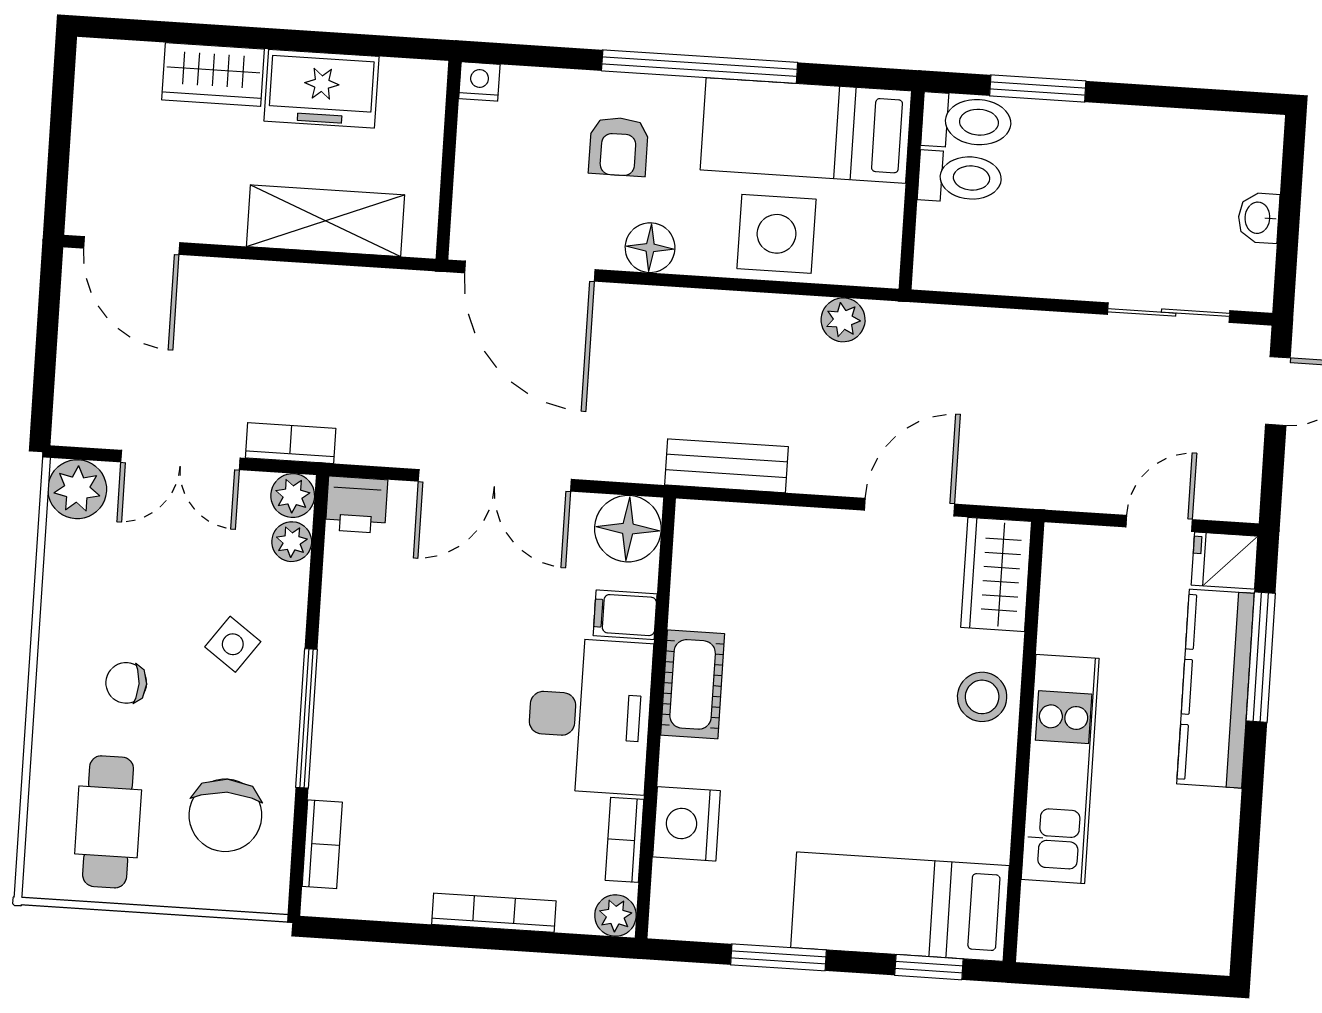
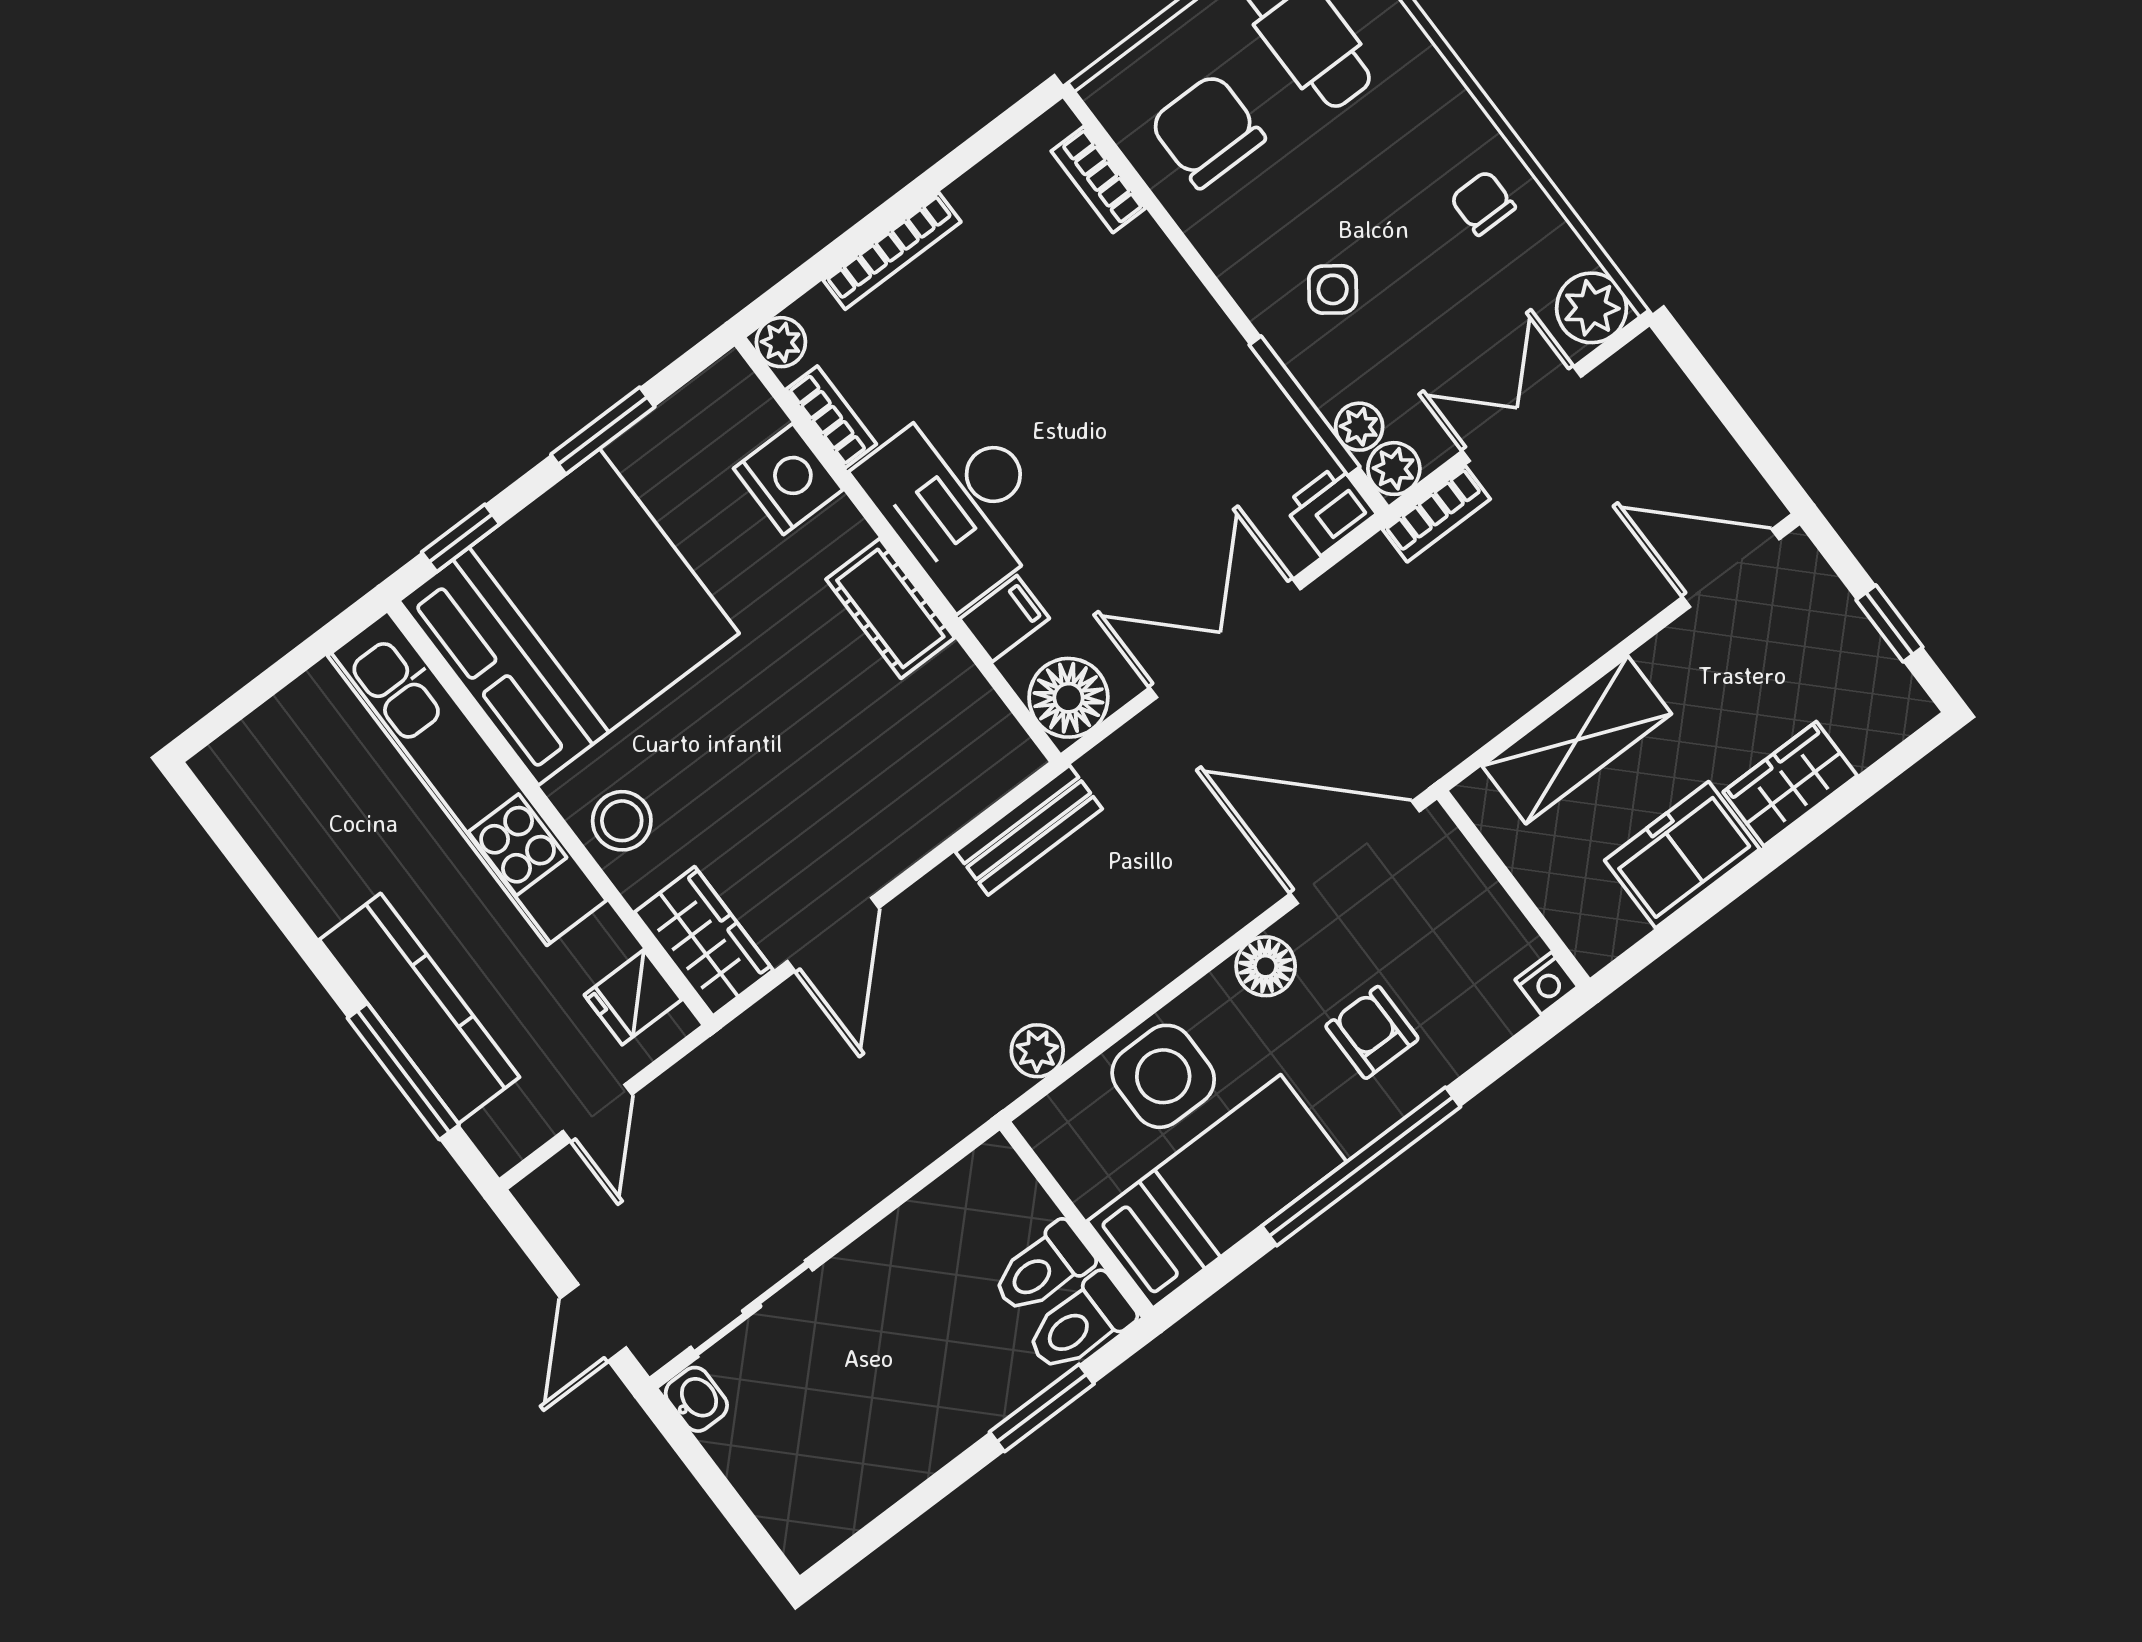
window: (61, 122) -> (1889, 623), added
washbasin: (1259, 218) -> (696, 1399), moved
fridge: (1225, 561) -> (633, 997), moved, turned 180
chair: (126, 683) -> (1483, 203), moved, turned -90
window: (307, 718) -> (1305, 406), moved
kitchen unit: (1060, 769) -> (467, 778), width x1.36
bed: (900, 907) -> (569, 617), width x2.04

